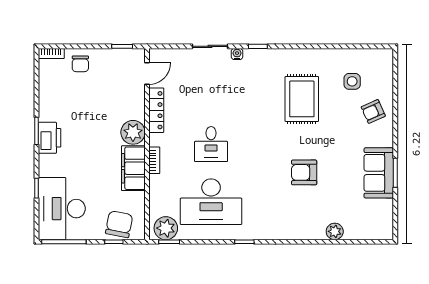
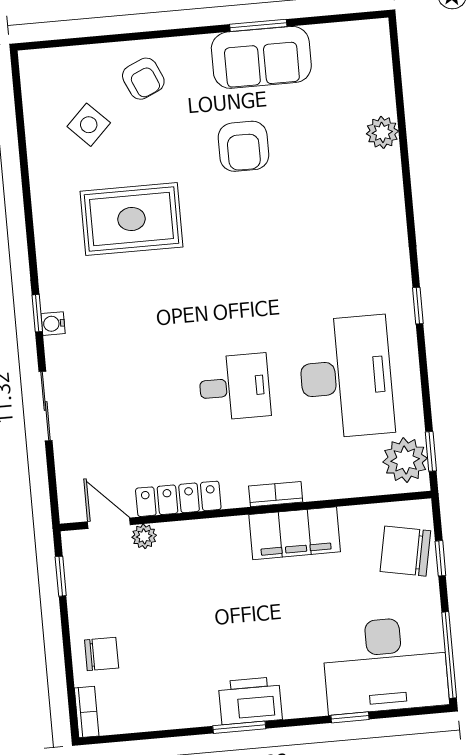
water cooler: (237, 54) -> (53, 324), moved
side table: (352, 81) -> (89, 125), turned 45
plant: (133, 132) -> (144, 536), moved, width x0.53, depth x0.53
armchair: (304, 172) -> (243, 146), moved

